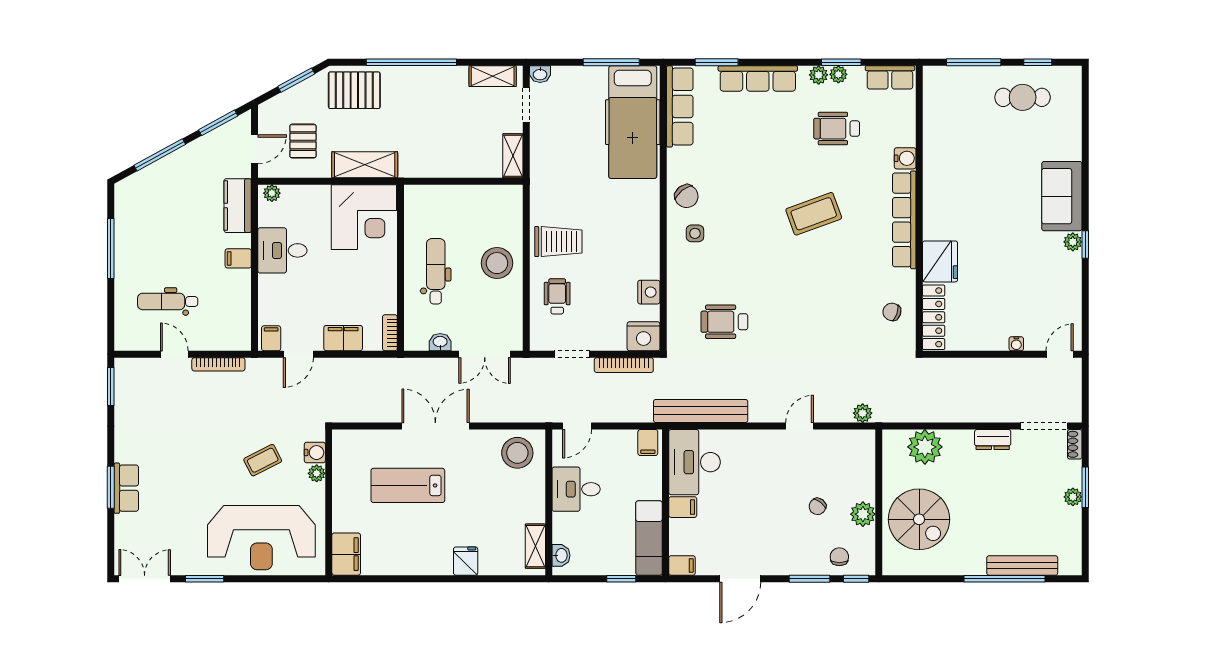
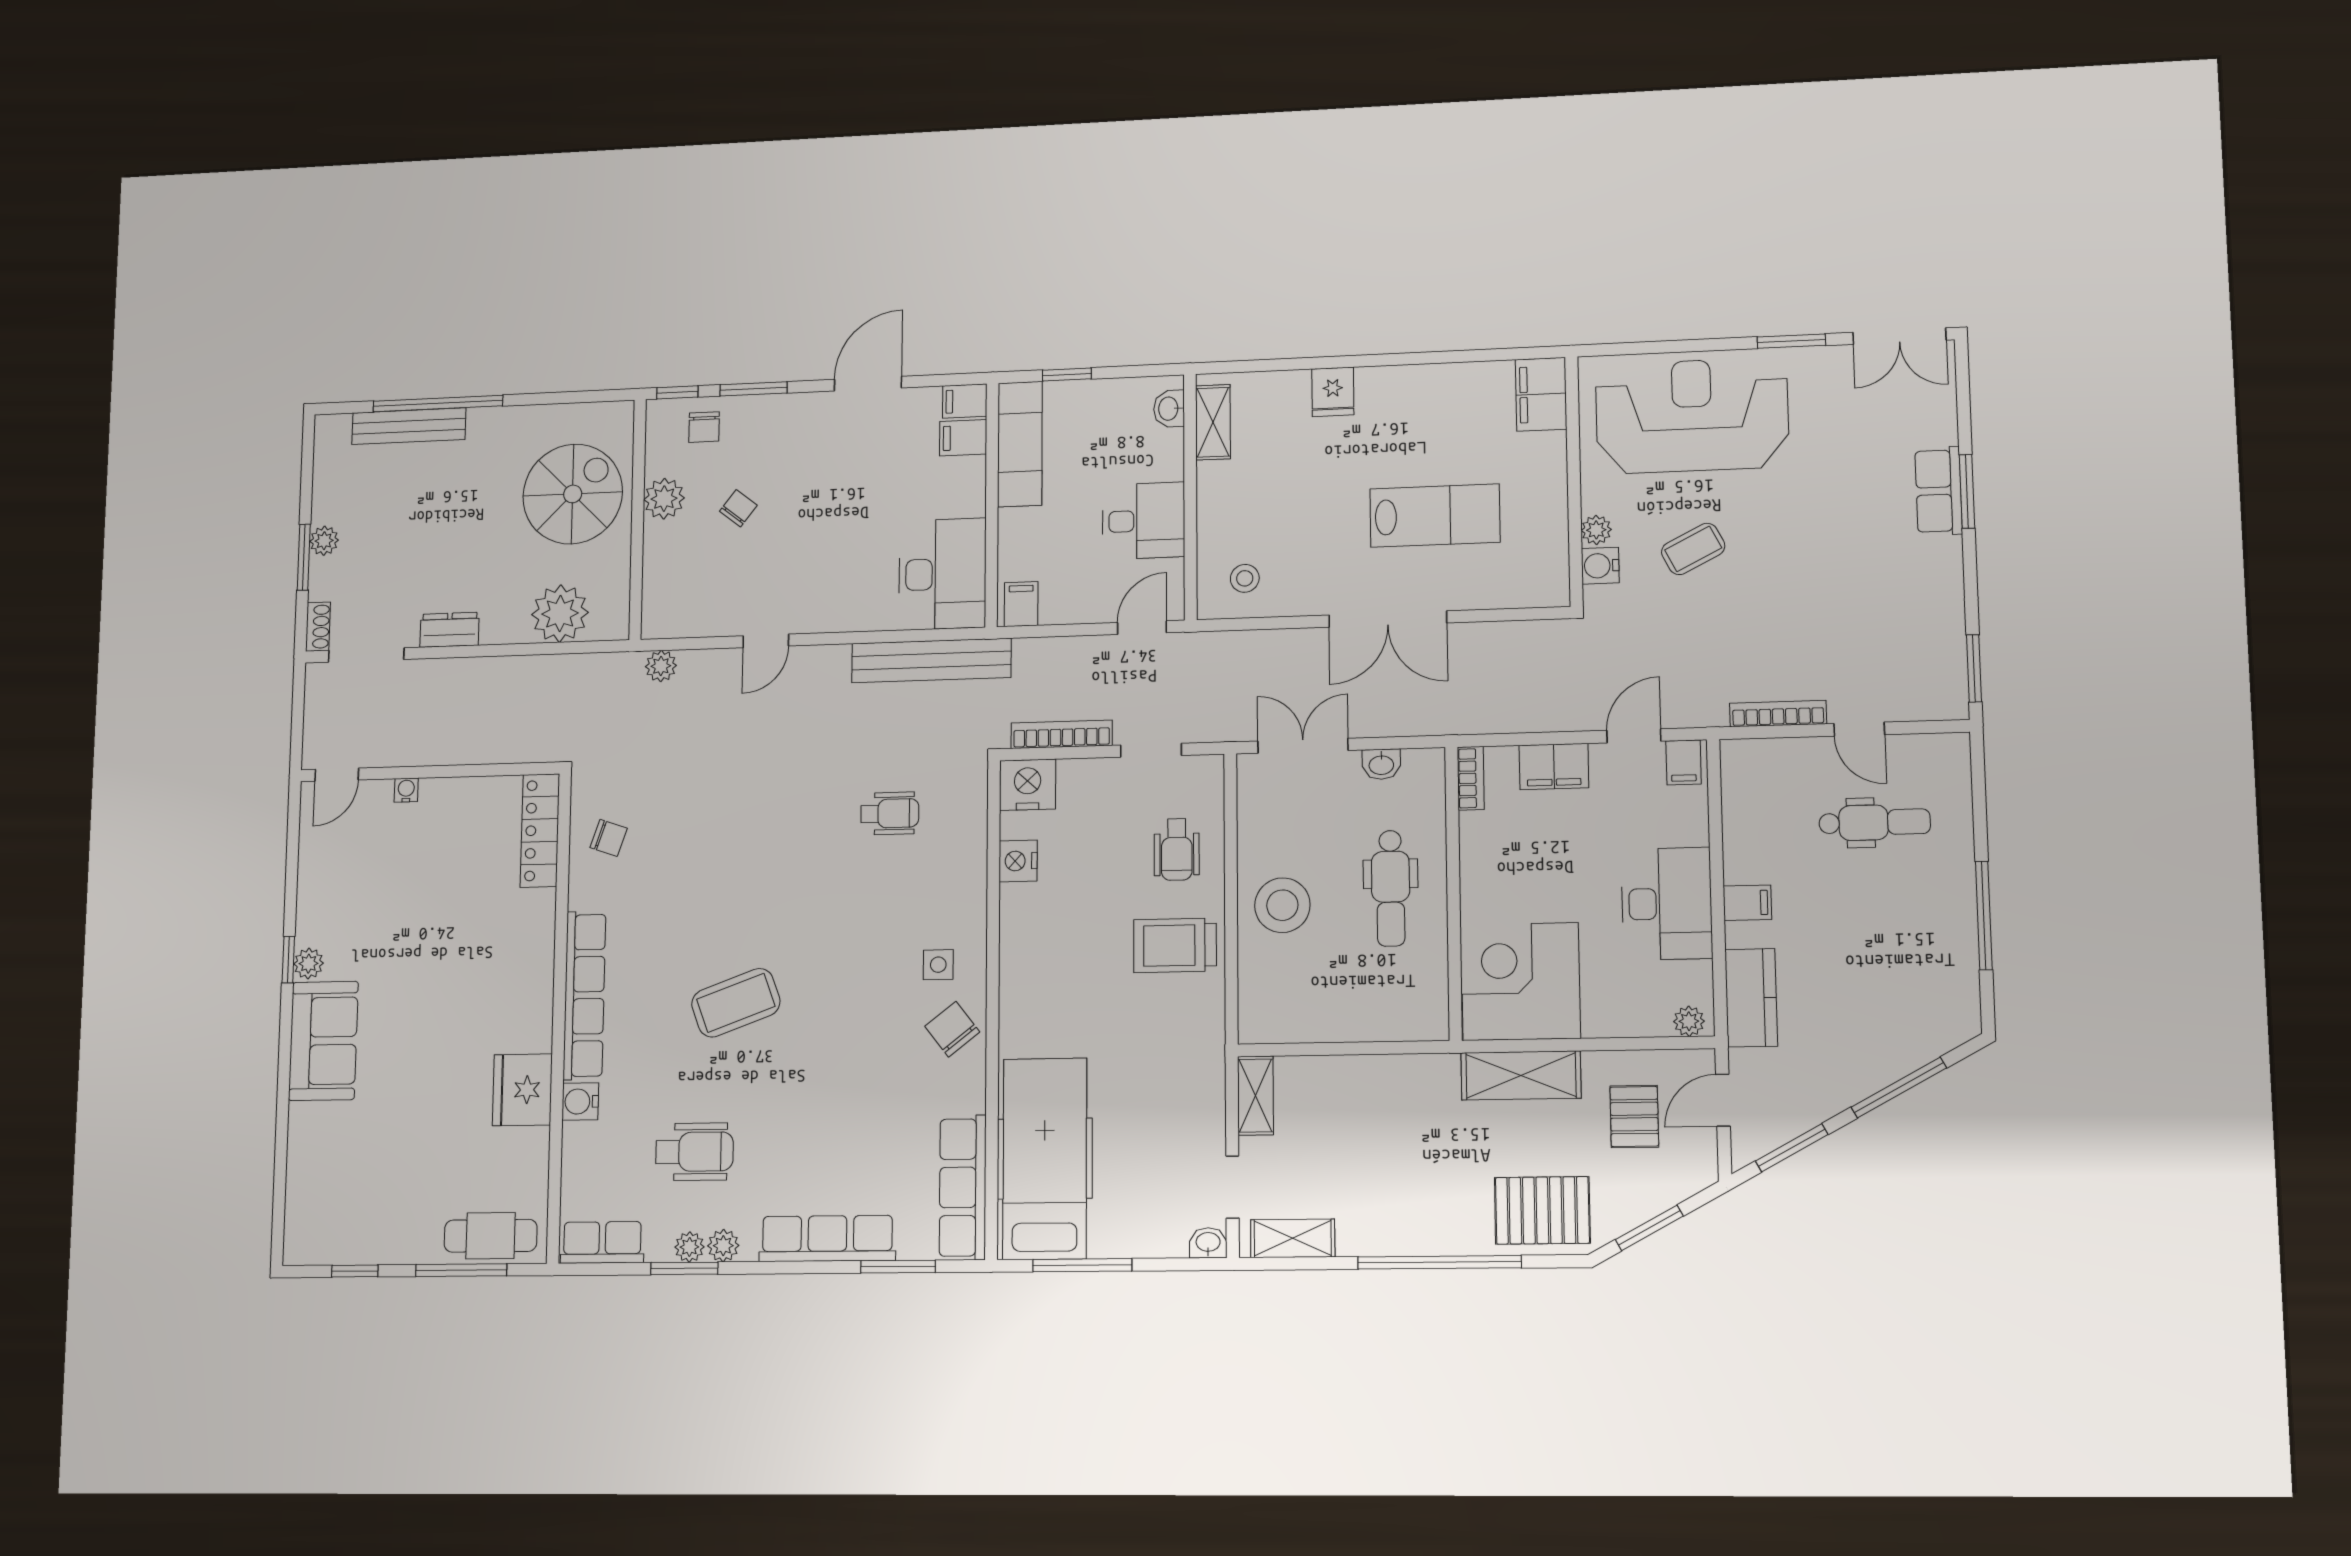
cafe table: (1023, 97) -> (491, 1236), moved
desk: (282, 250) -> (1667, 904), width x1.37
fridge: (940, 261) -> (522, 1090), moved
wheelchair: (724, 322) -> (890, 813), width x0.73, depth x0.73
stool: (517, 453) -> (1245, 578), width x0.53, depth x0.53
filing cabinet: (683, 507) -> (963, 438), moved
spiral stairs: (919, 519) -> (573, 494), turned 90

